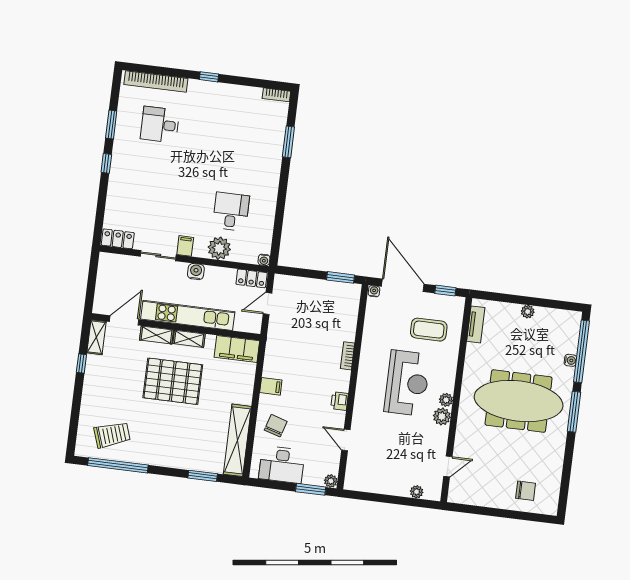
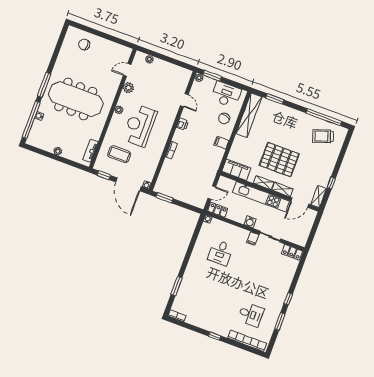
plant: (219, 248) -> (233, 232), removed
plant: (442, 416) -> (128, 88), moved

